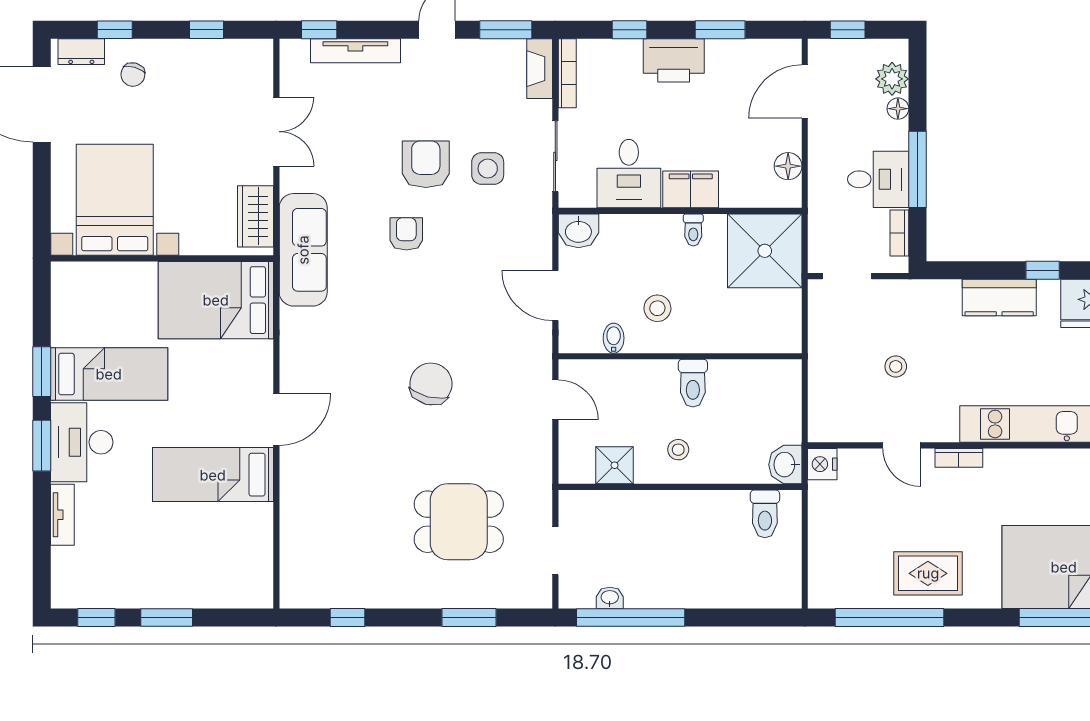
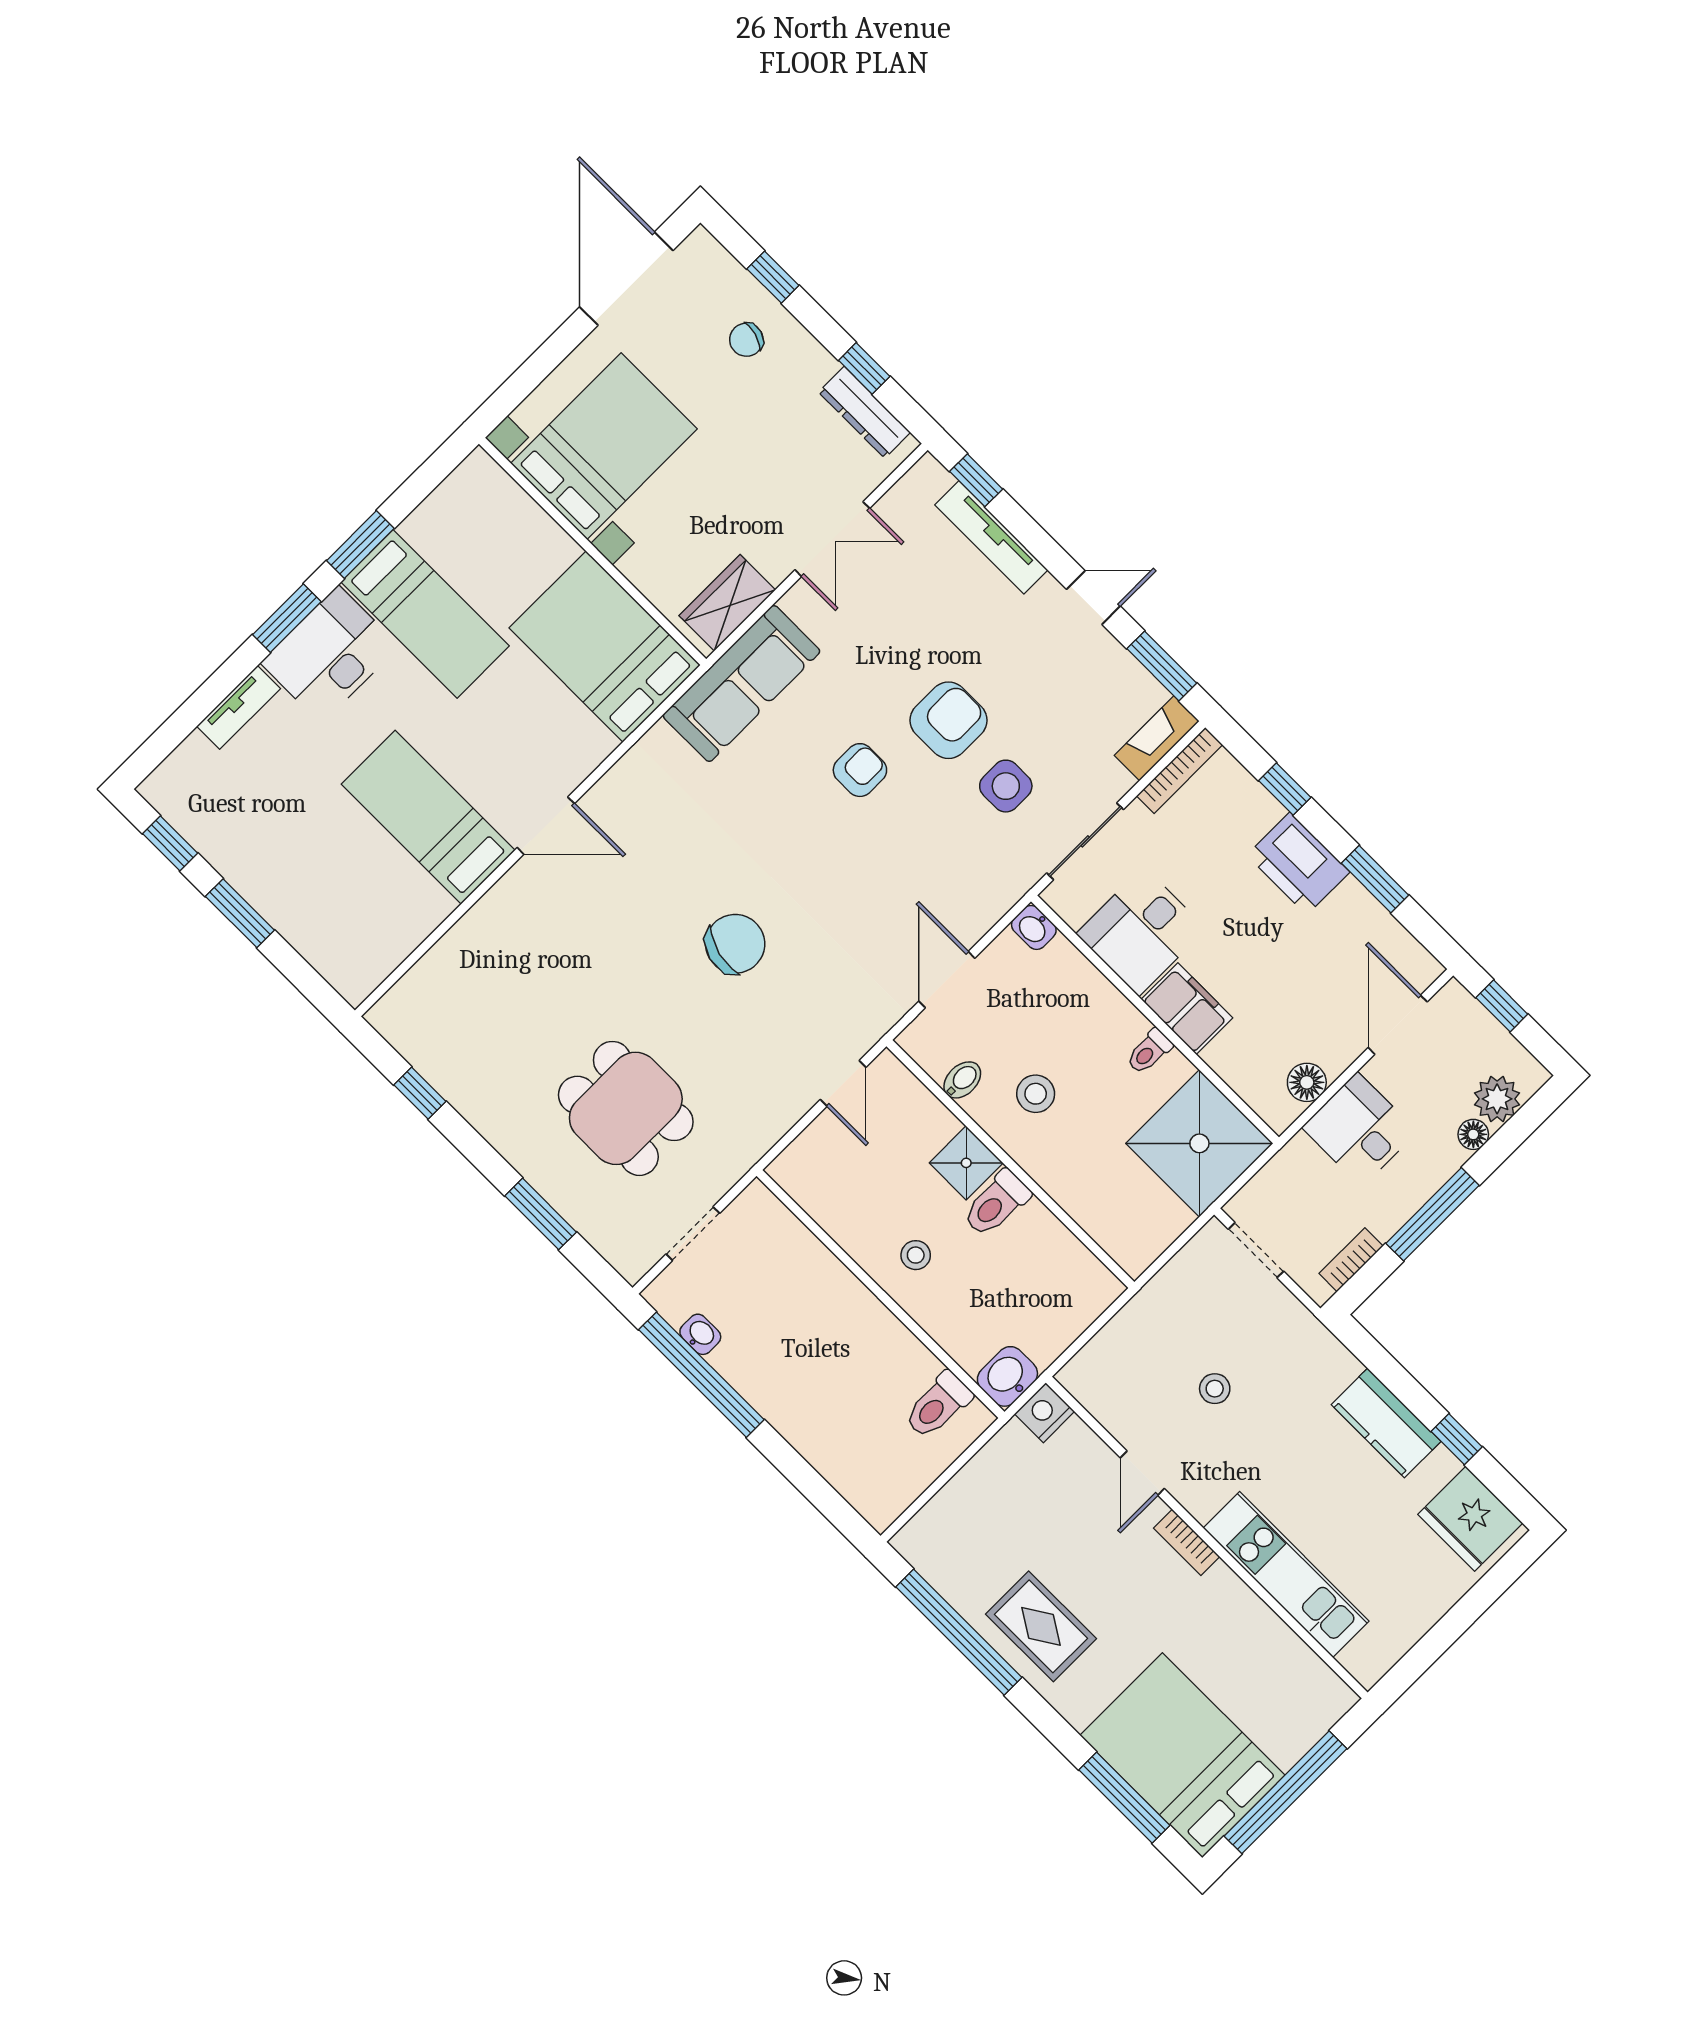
dresser: (81, 52) -> (864, 412), moved, width x1.44
door: (805, 91) -> (1398, 1025), hinge flipped
desk: (878, 179) -> (1360, 1130), moved, turned 180
washbasin: (578, 231) -> (1034, 927), width x0.72, depth x0.69
shower: (615, 465) -> (966, 1163), moved

